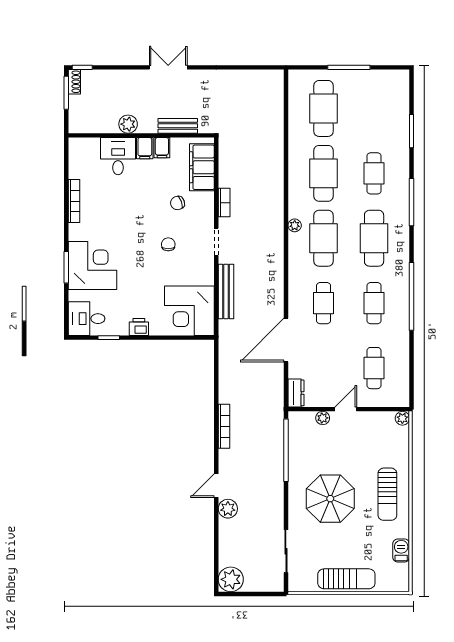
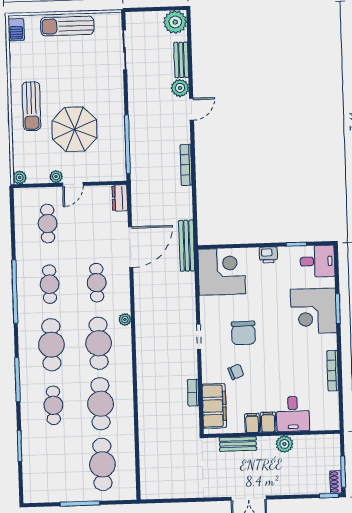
bookcase: (224, 203) -> (193, 393), moved
plant: (295, 225) -> (125, 319), moved
chair: (168, 244) -> (243, 333), width x1.87, depth x1.87
bench: (226, 291) -> (187, 246), moved
plant: (323, 418) -> (56, 177), moved
sun lounger: (387, 494) -> (31, 106), turned 180
parasol: (330, 499) -> (74, 129), moved
bench: (226, 539) -> (181, 60), added
barbecue: (401, 551) -> (16, 30), moved

